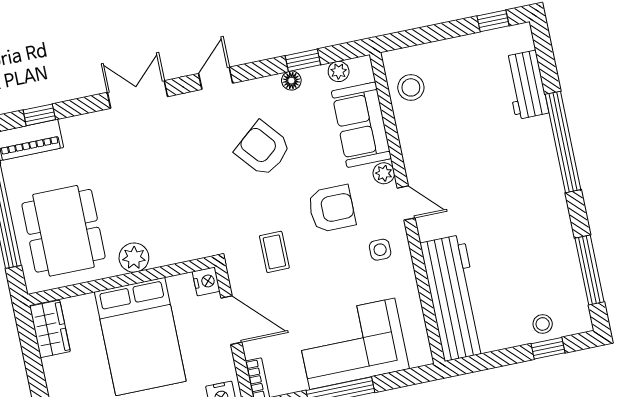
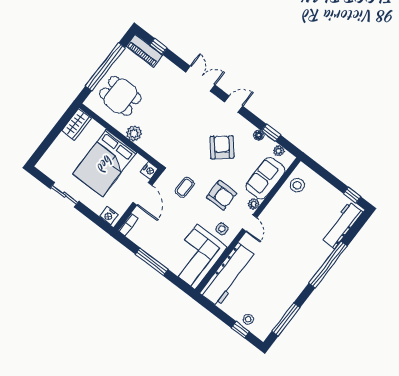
workbench: (526, 85) -> (342, 225), width x1.38
dining table: (63, 231) -> (120, 96), width x0.73
corner sofa: (352, 344) -> (196, 257), moved, turned -90

